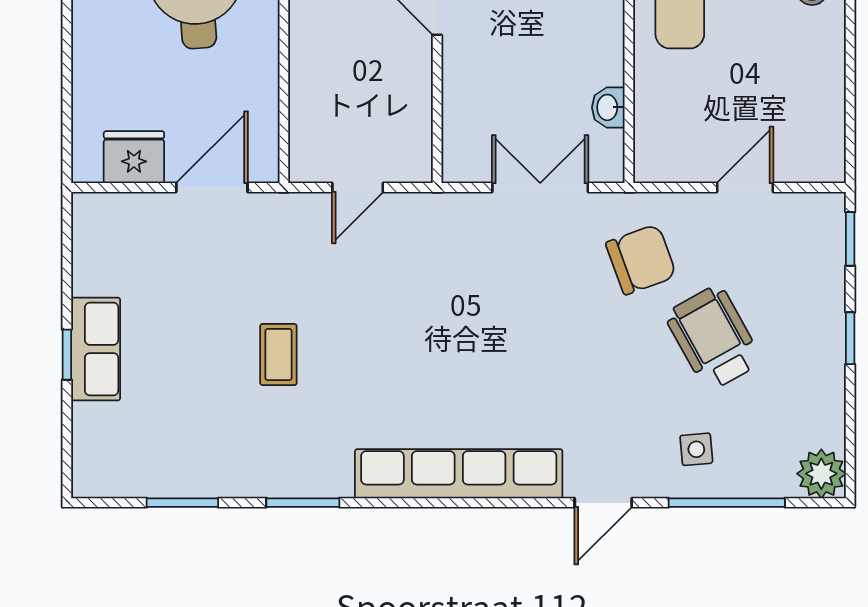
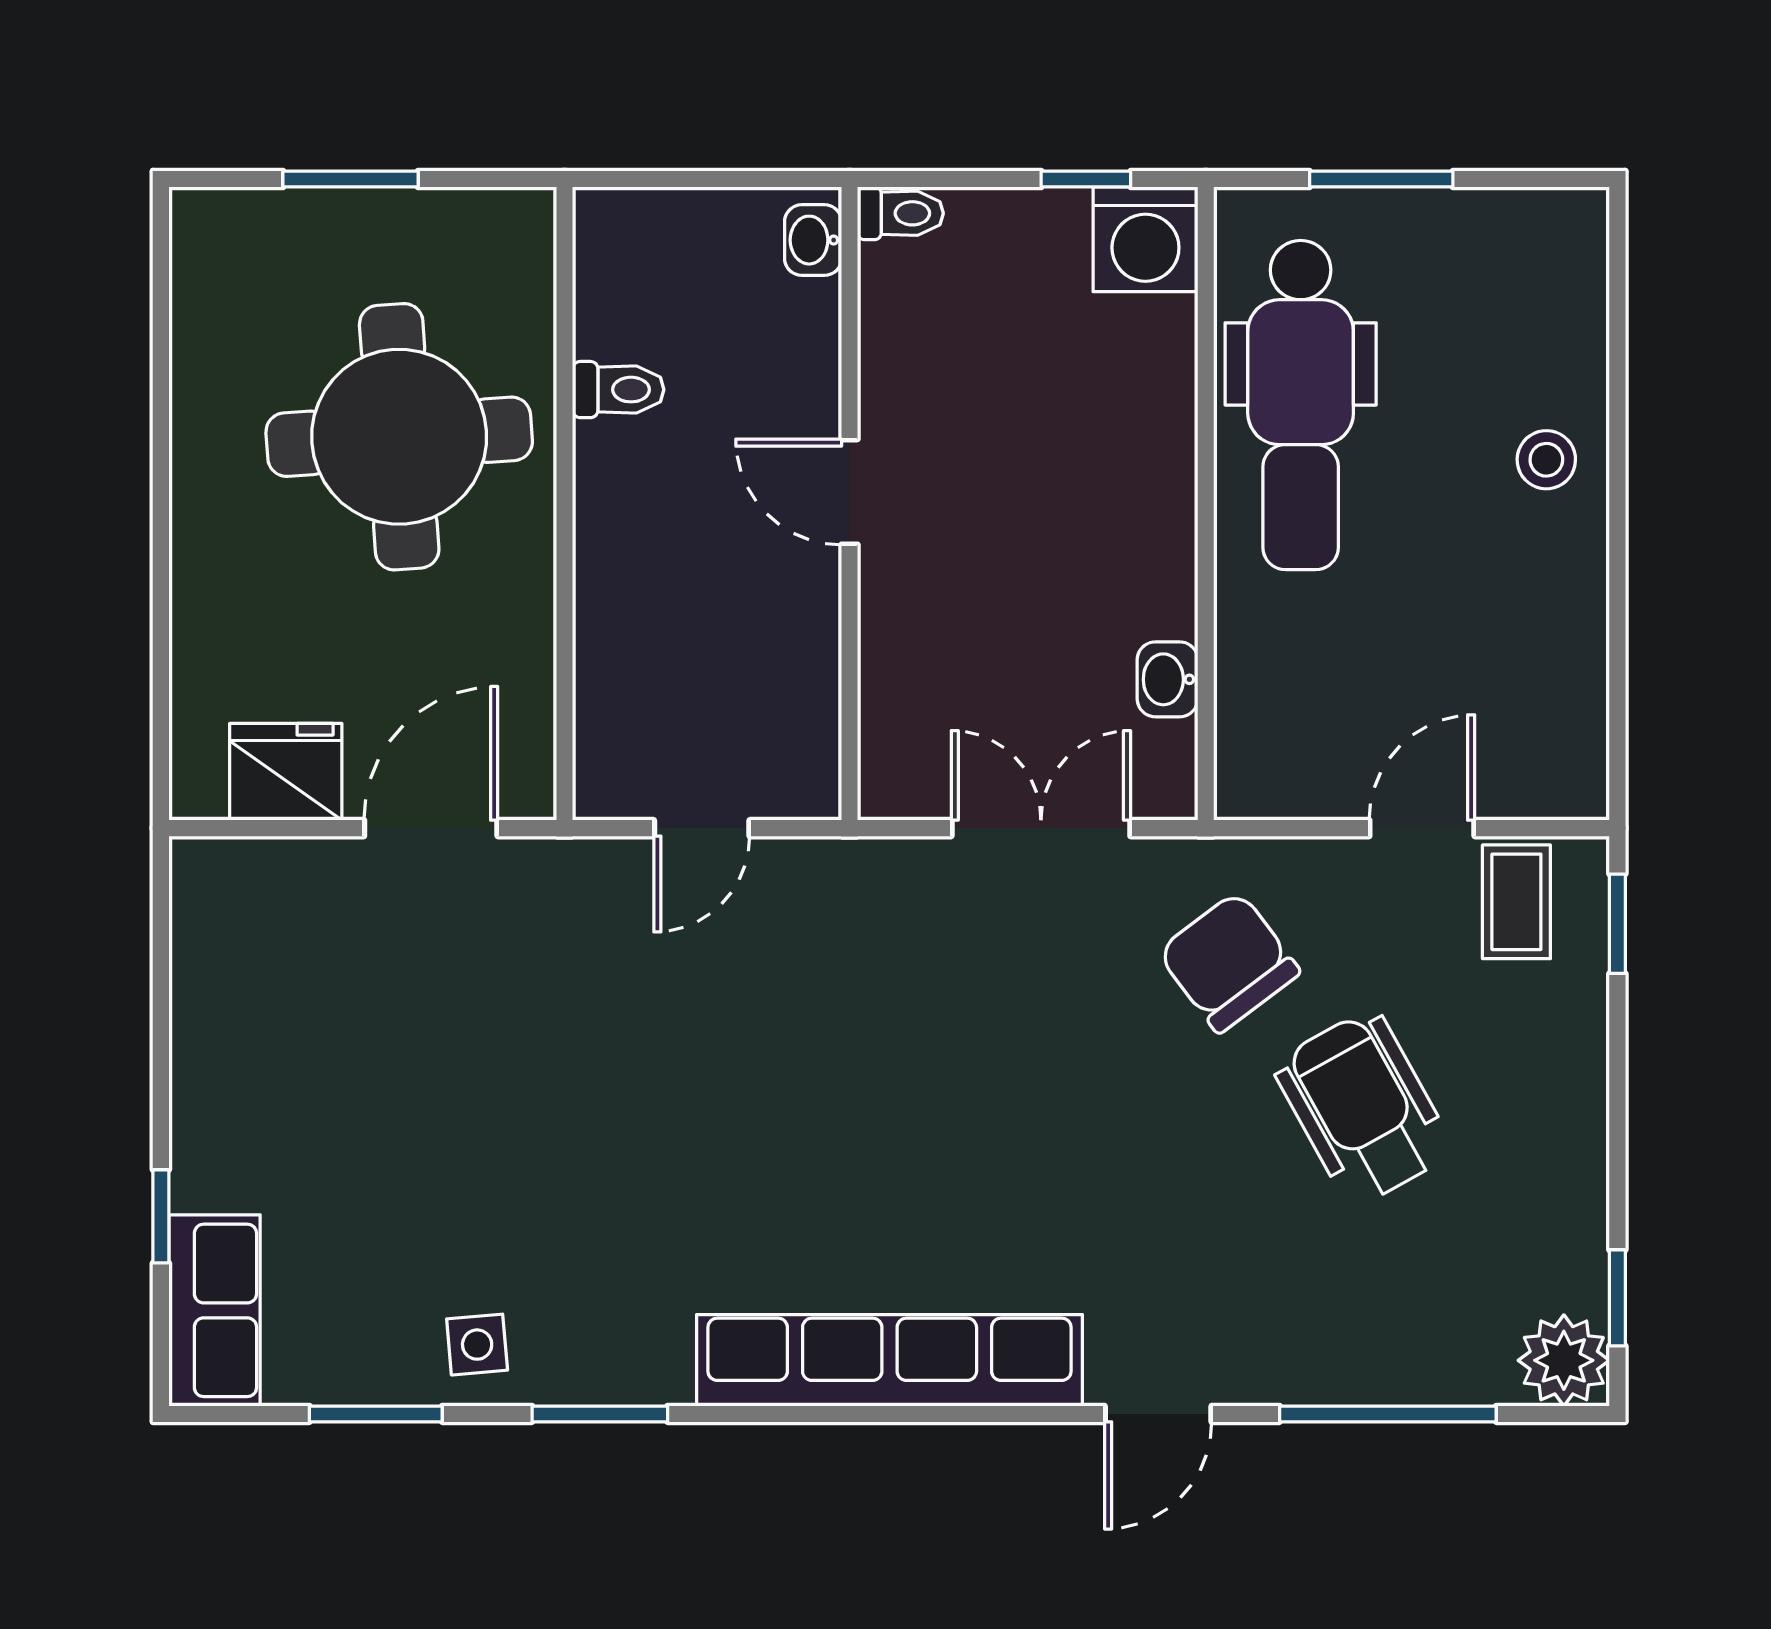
chair: (641, 259) -> (1229, 962), turned -107
window: (850, 338) -> (1617, 1298), moved
row of seats: (96, 349) -> (214, 1310), moved
window: (67, 355) -> (161, 1216), moved
coffee table: (278, 355) -> (1516, 902), moved
side table: (696, 449) -> (477, 1345), moved

